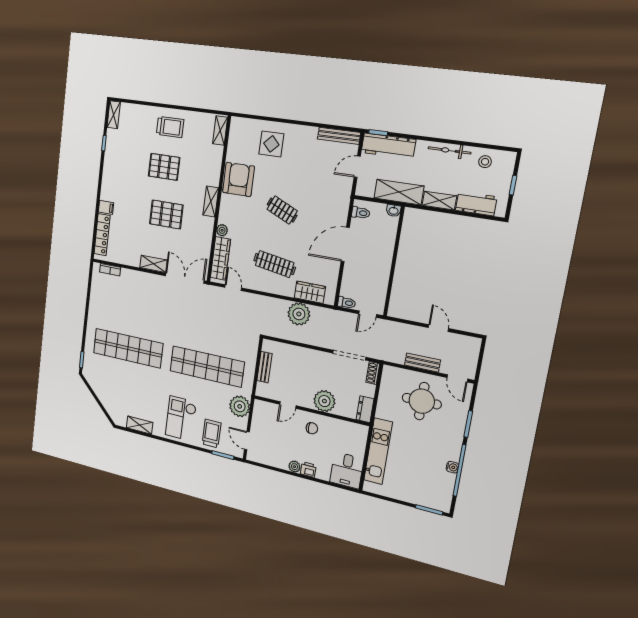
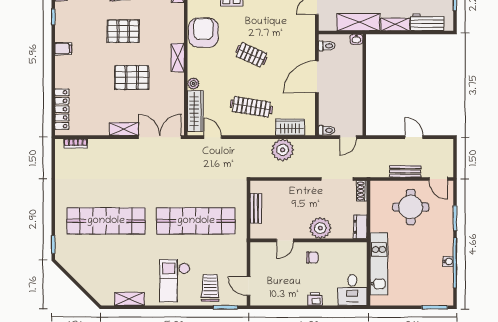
filing cabinet: (106, 207) -> (63, 49), moved
plant: (240, 406) -> (236, 253), removed
plant: (294, 467) -> (301, 300), removed

